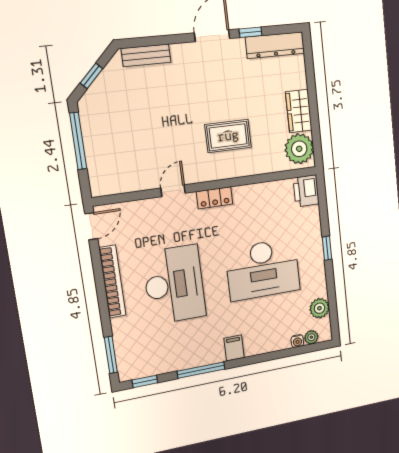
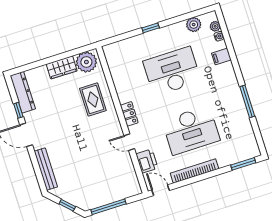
bench: (146, 55) -> (46, 169), width x1.36
rug: (228, 136) -> (93, 99), moved
printer: (306, 191) -> (147, 161), moved, turned -90
desk: (263, 269) -> (172, 71), turned -90
desk: (174, 285) -> (191, 130), turned 180
filing cabinet: (234, 348) -> (221, 56), moved
window: (145, 381) -> (259, 138), removed

